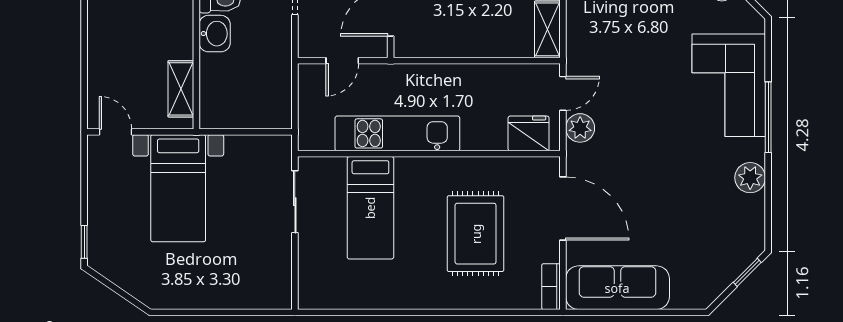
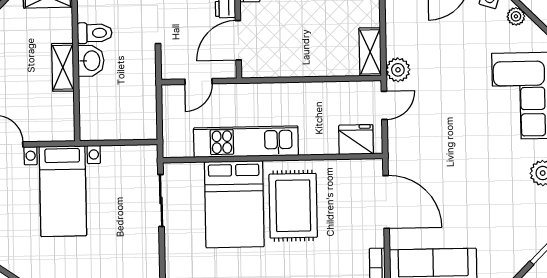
shelving: (181, 89) -> (63, 67), moved
plant: (580, 128) -> (398, 70), moved
bed: (370, 208) -> (234, 204), width x1.50
rug: (476, 234) -> (293, 206), moved

